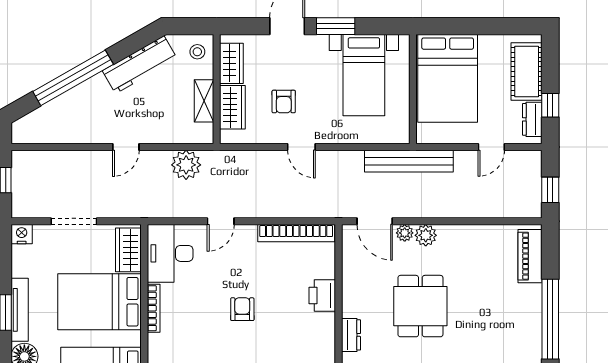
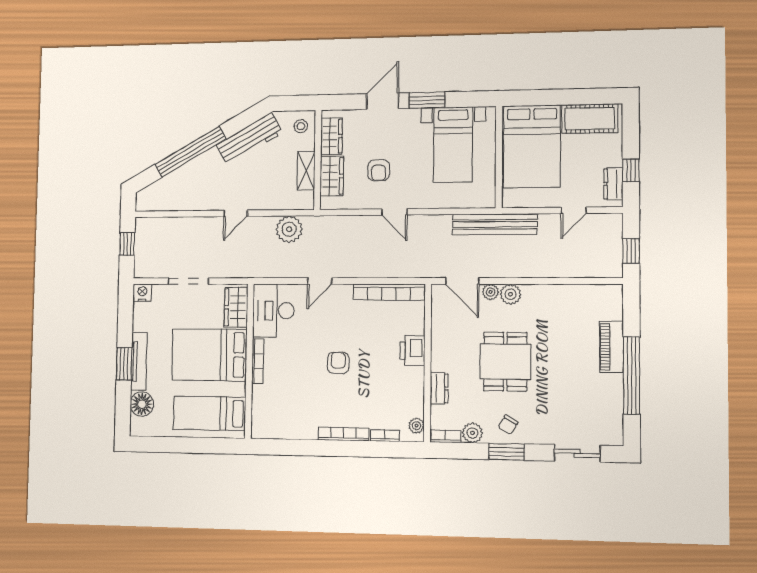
cot: (527, 72) -> (590, 119), moved, turned 90
piano: (530, 256) -> (612, 347), moved

